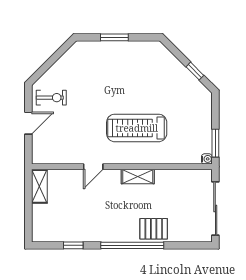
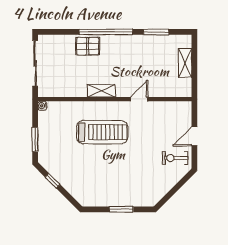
window: (215, 143) -> (35, 139), moved
shelving: (39, 186) -> (185, 63), moved
window: (73, 245) -> (156, 32), width x1.50

